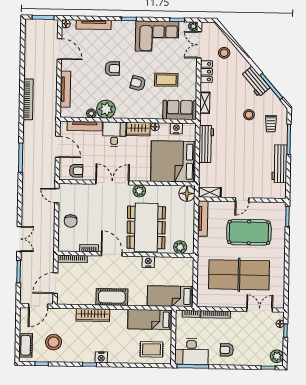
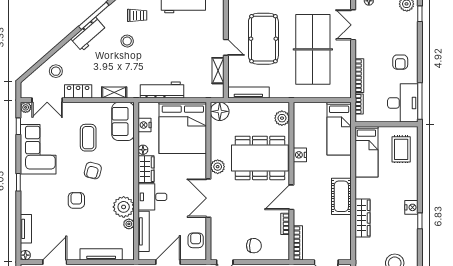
tv unit: (94, 25) -> (26, 229), width x0.71
shelving: (210, 192) -> (218, 71), moved

